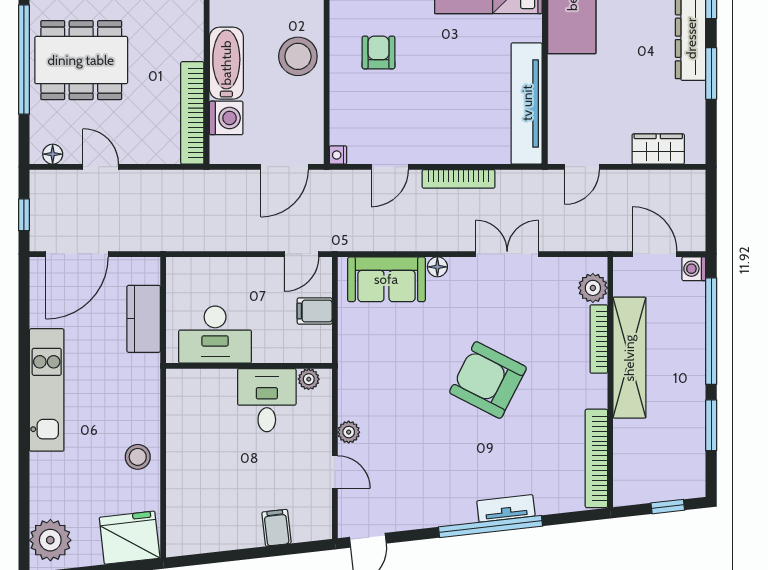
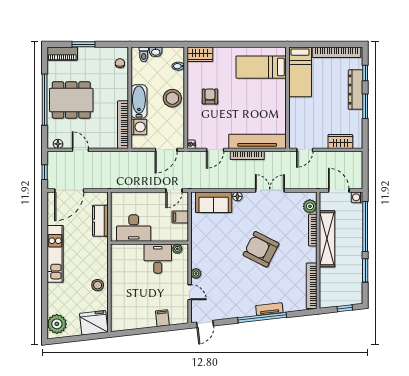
tv unit: (527, 103) -> (257, 141), moved, turned 90

